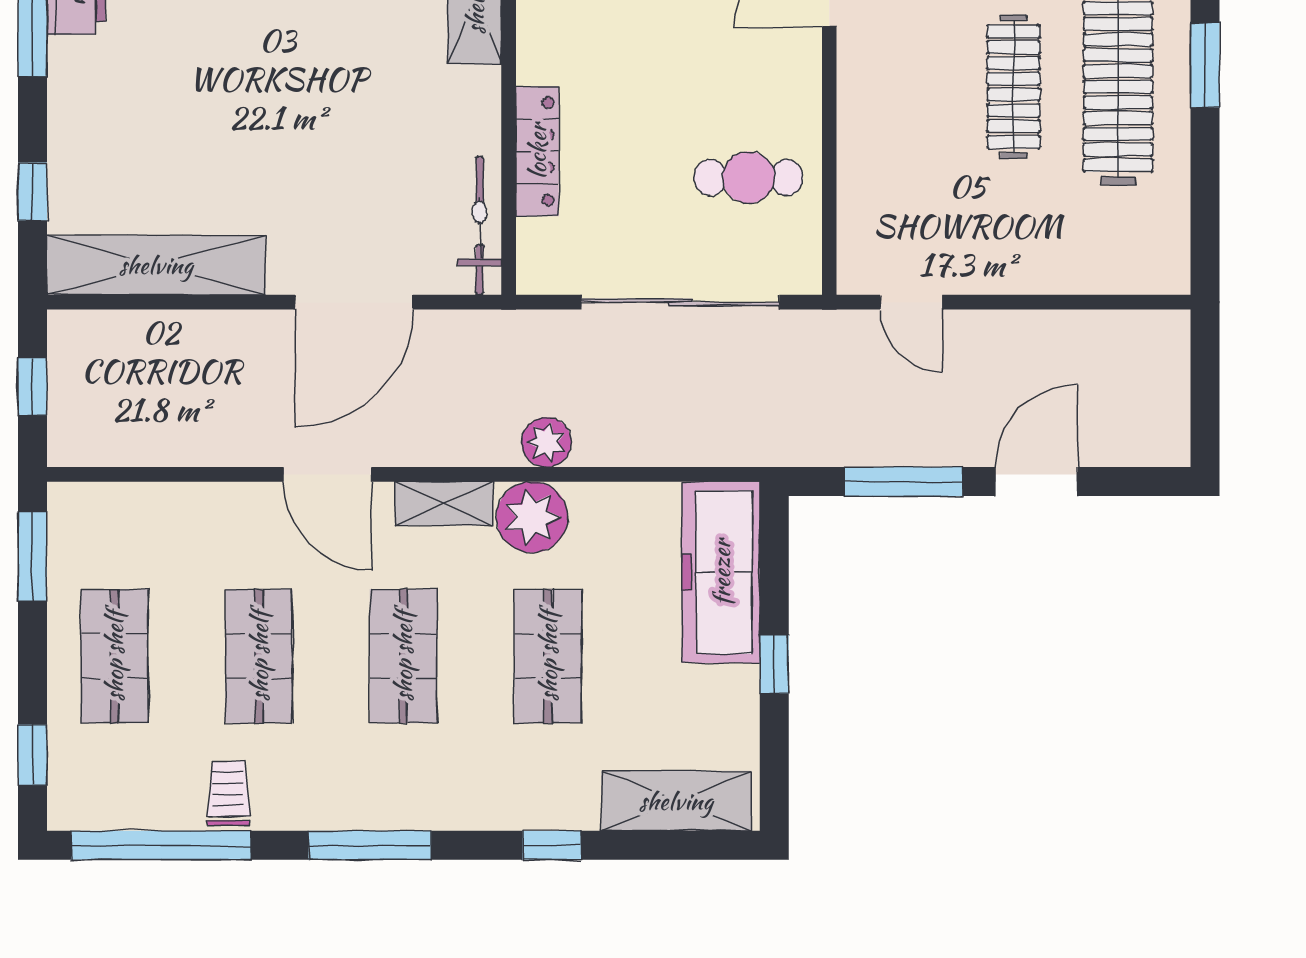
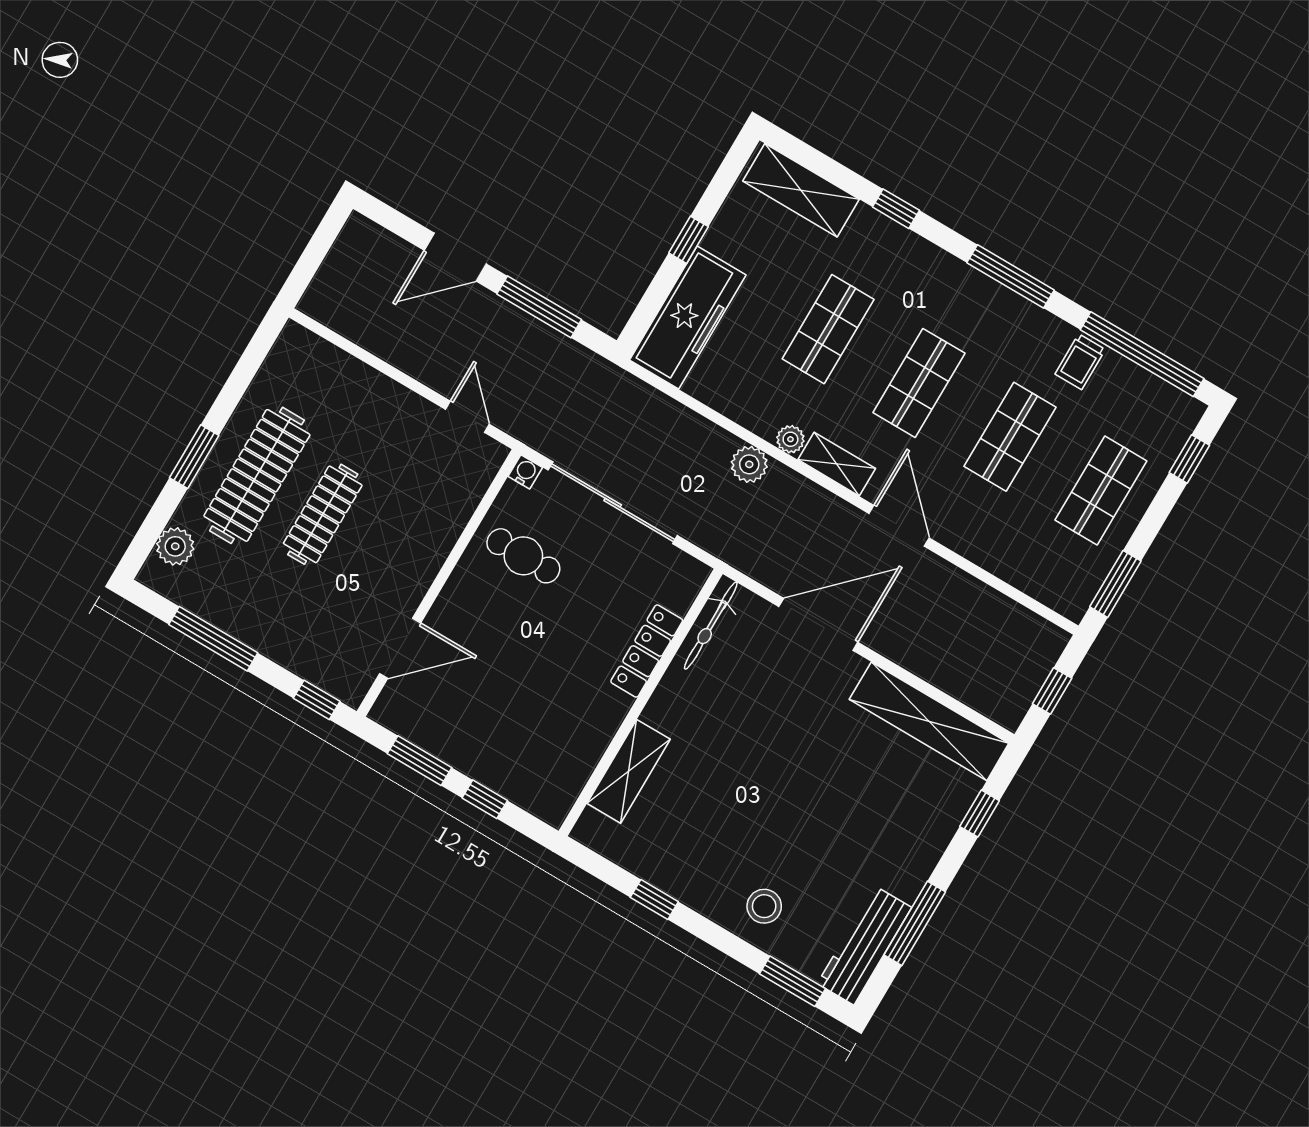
water cooler: (805, 278) -> (525, 472), added
plant: (532, 517) -> (790, 439), width x0.53, depth x0.53

